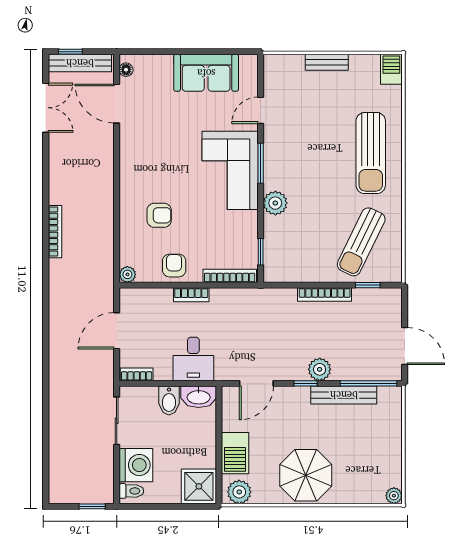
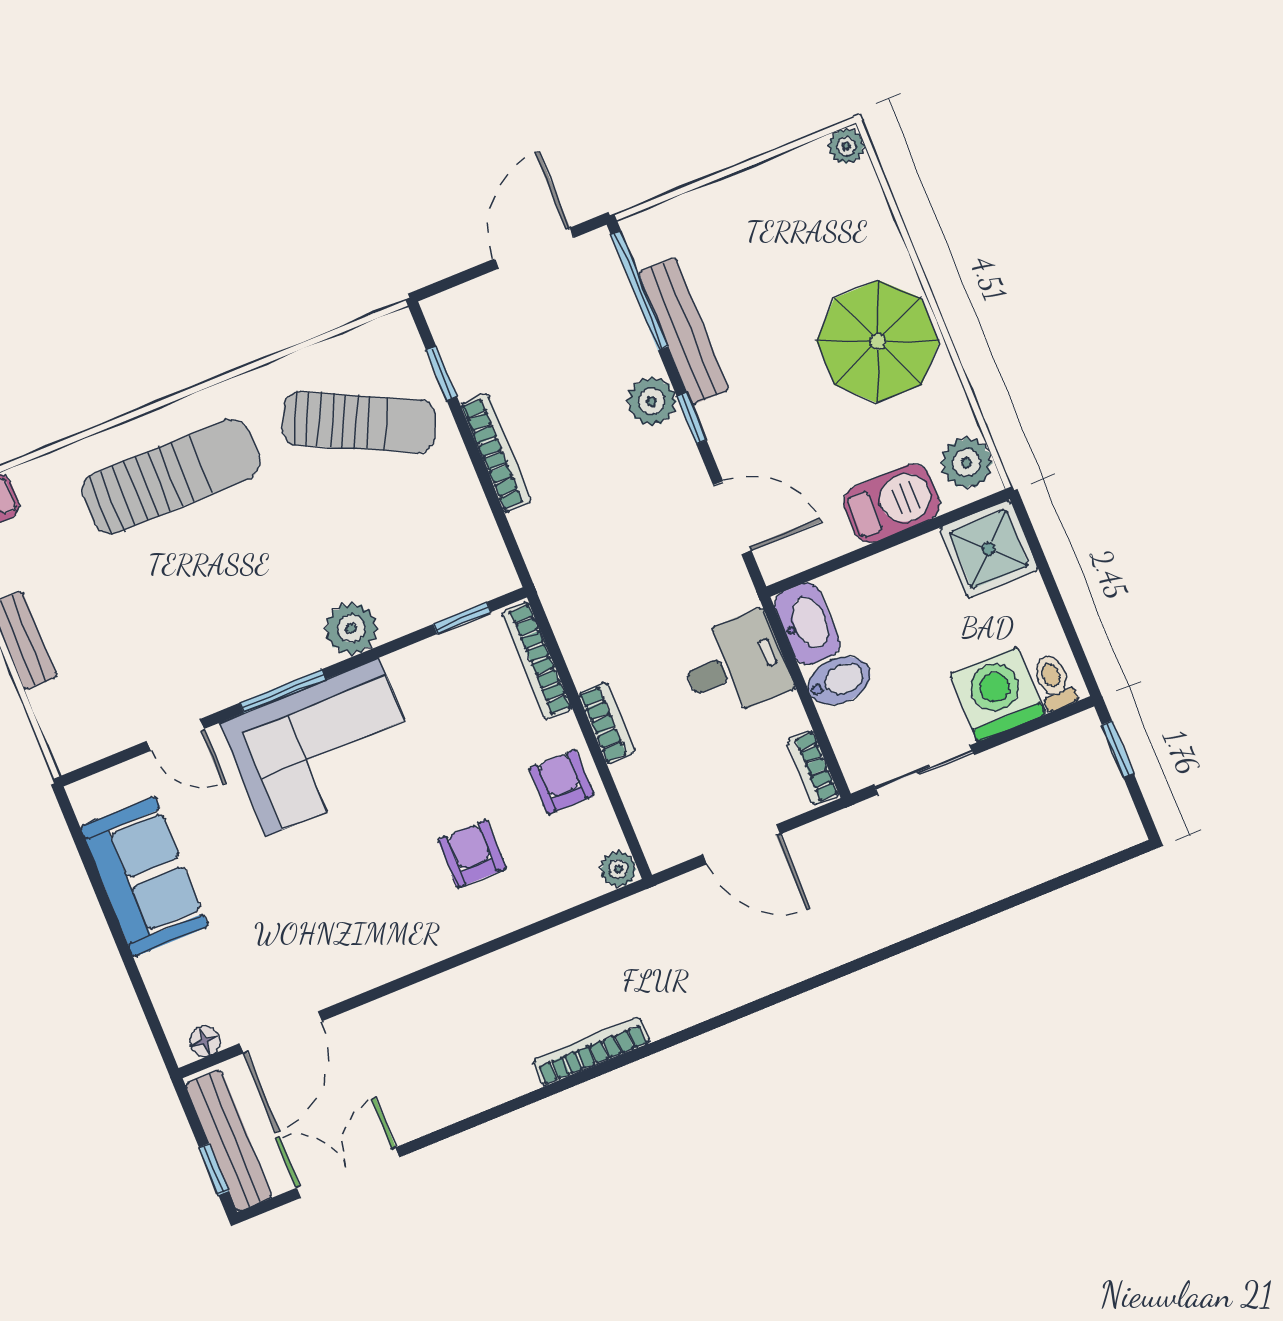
armchair: (174, 266) -> (562, 782), turned 90

